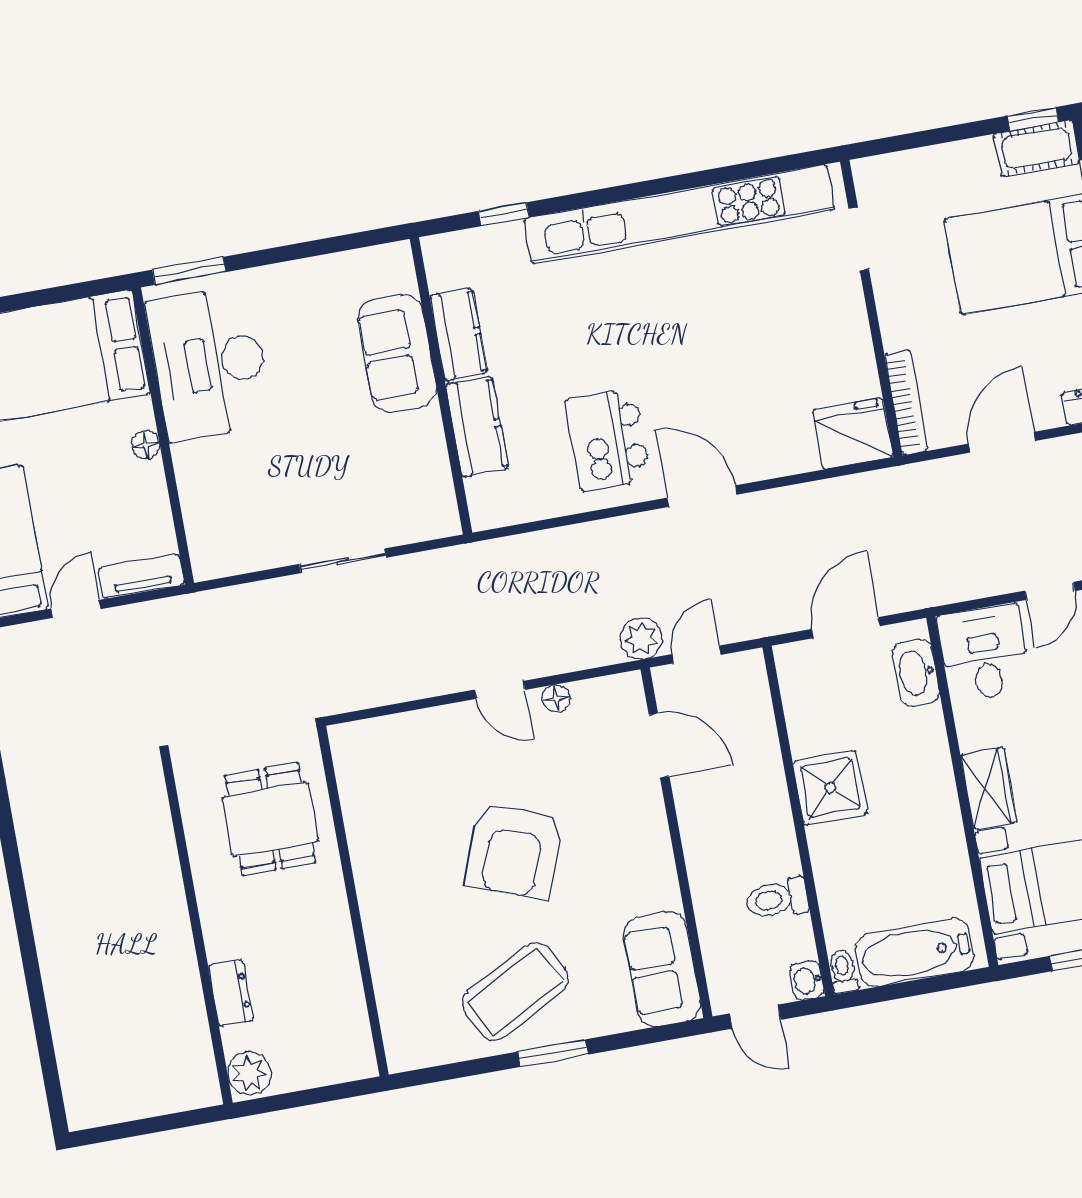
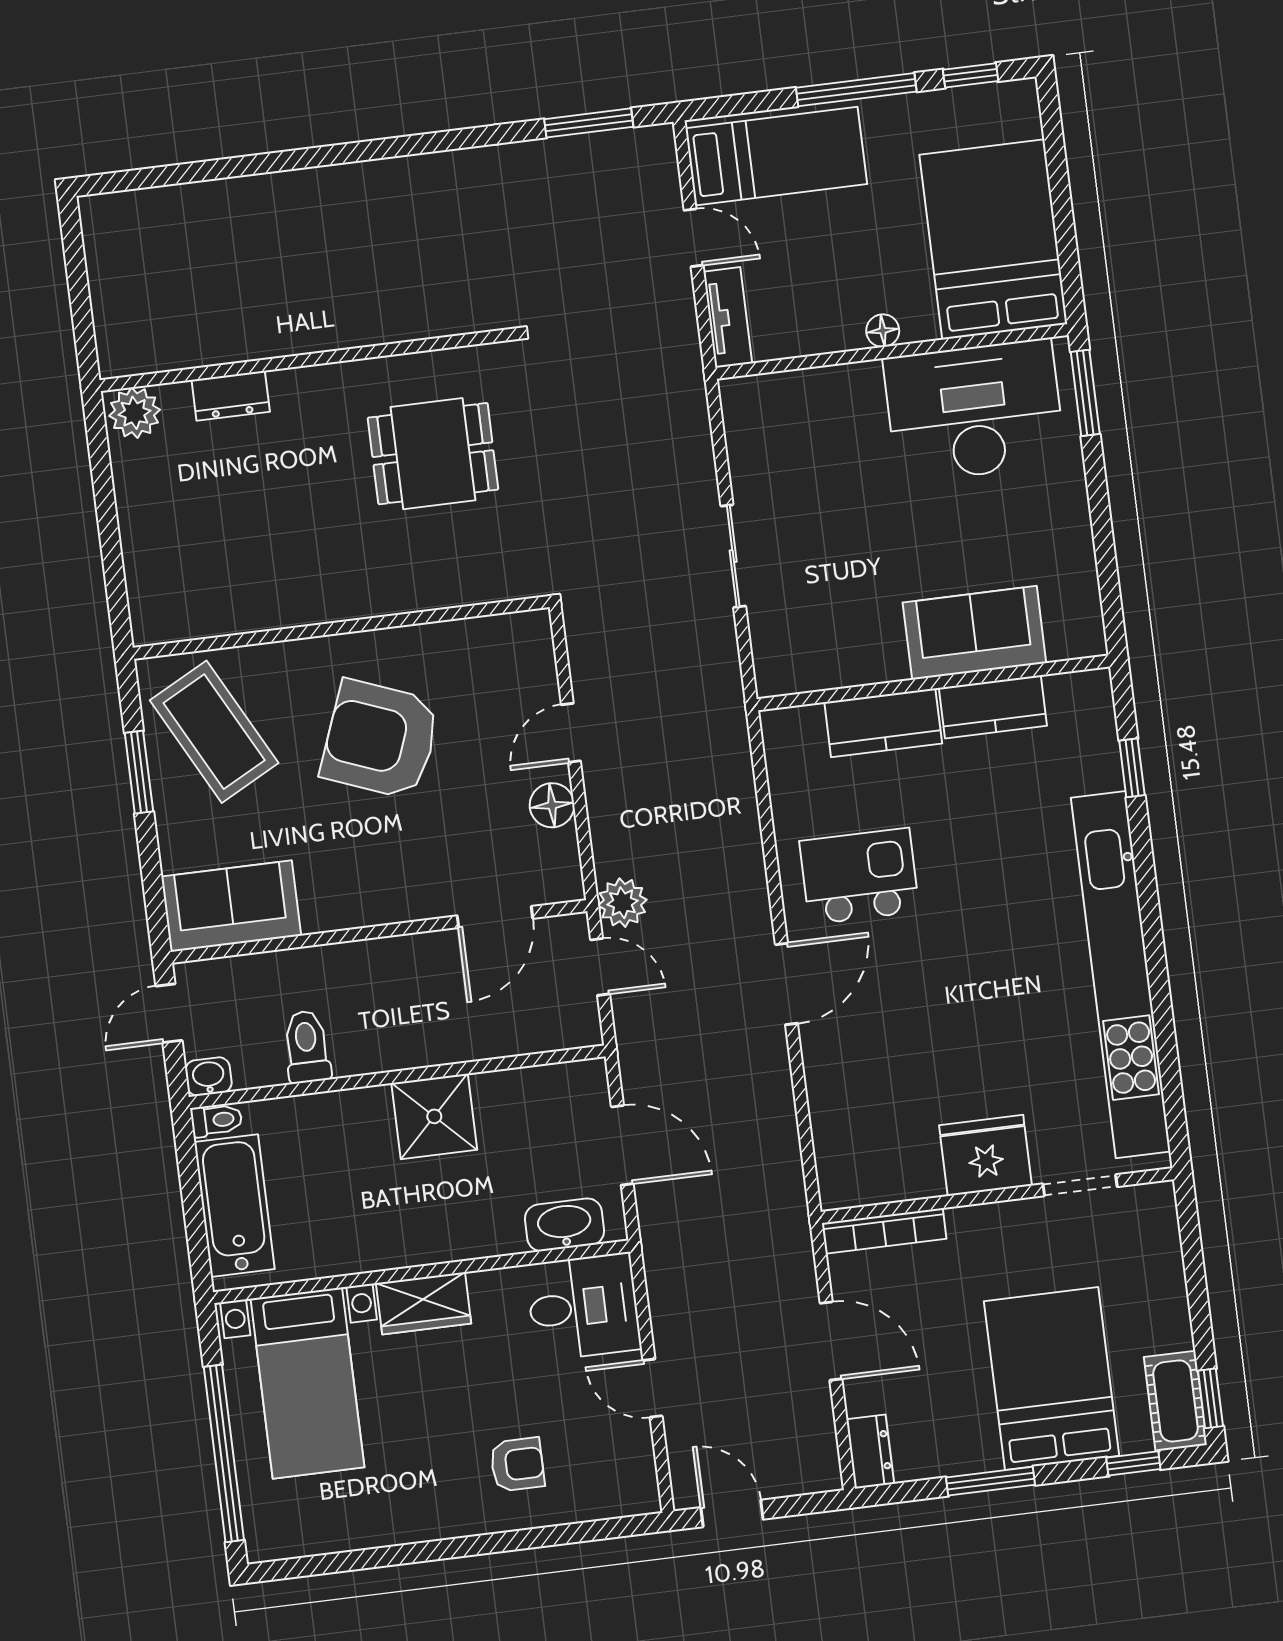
fridge: (853, 434) -> (985, 1155), moved, turned -90
floor lamp: (556, 698) -> (552, 805), width x1.37, depth x1.37
wall: (353, 901) -> (341, 628), moved

